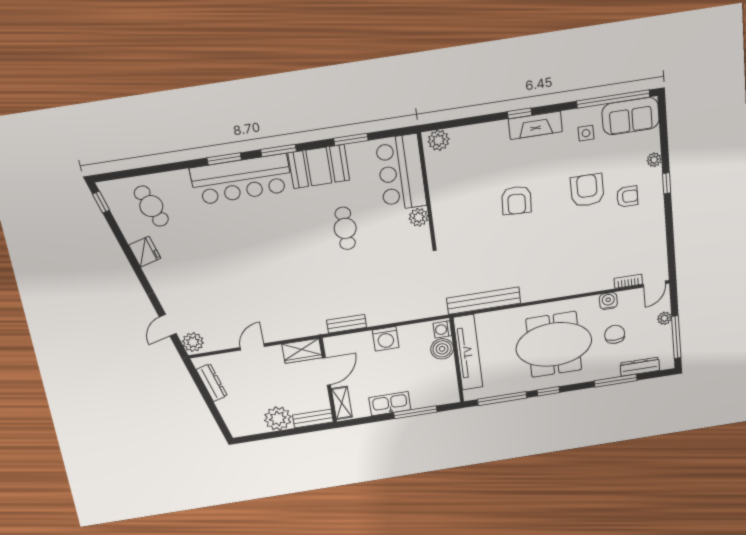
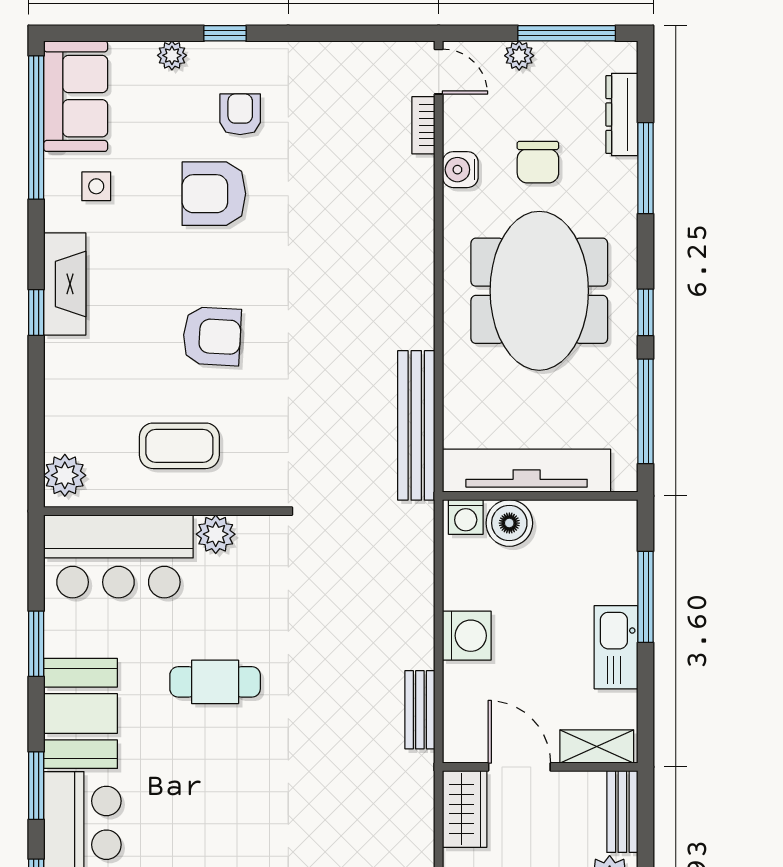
coffee table: (460, 193) -> (179, 446), added
chair: (615, 334) -> (538, 162), turned -90

